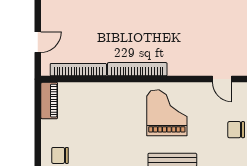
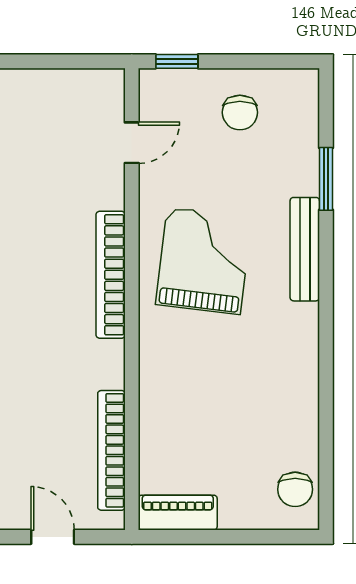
bookcase: (137, 69) -> (111, 275), moved
grand piano: (167, 113) -> (204, 261), turned 97

